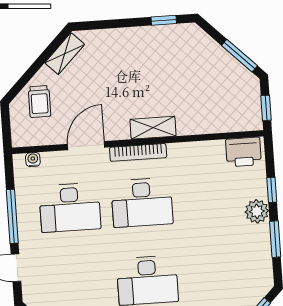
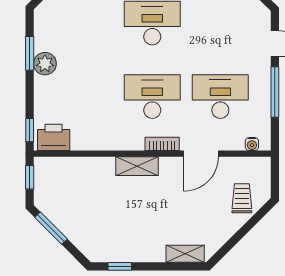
shelving: (65, 54) -> (185, 254), moved, turned 45
bookcase: (138, 152) -> (162, 144), width x0.64
window: (272, 190) -> (30, 130), moved
plant: (257, 211) -> (45, 64), moved

